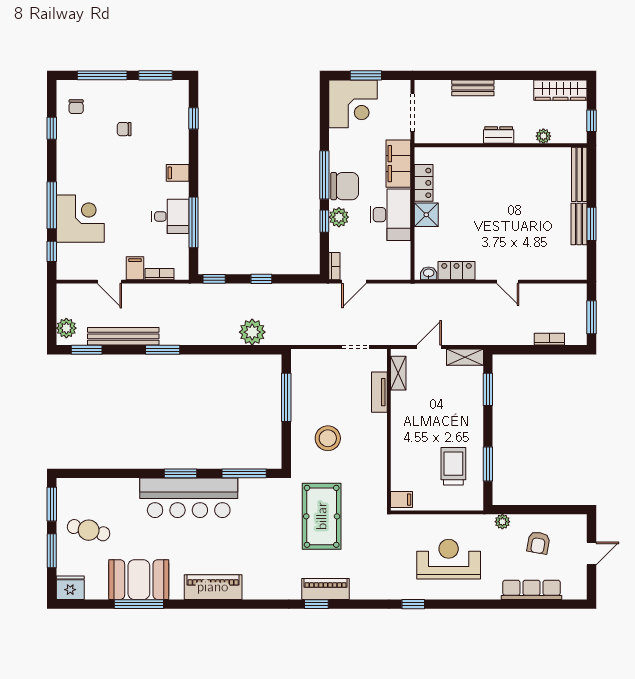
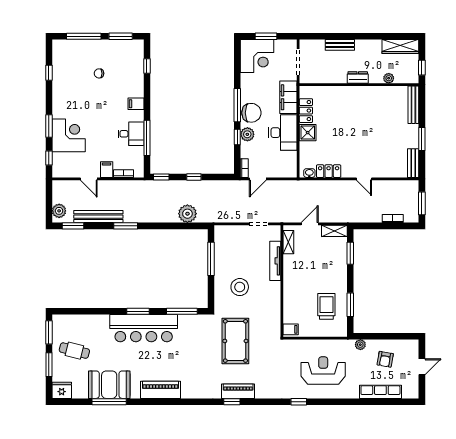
chair: (76, 107) -> (66, 58), removed
window: (52, 205) -> (49, 126), width x0.69
bench: (579, 224) -> (413, 163), moved
tv unit: (379, 392) -> (275, 261), width x1.41

